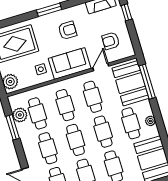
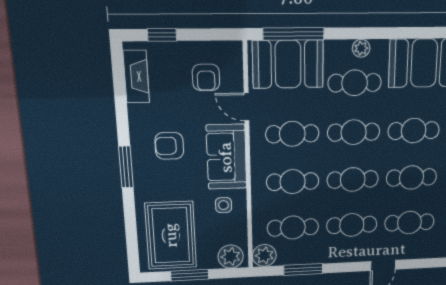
armchair: (67, 30) -> (169, 146), turned -90
plant: (20, 115) -> (264, 255), moved

